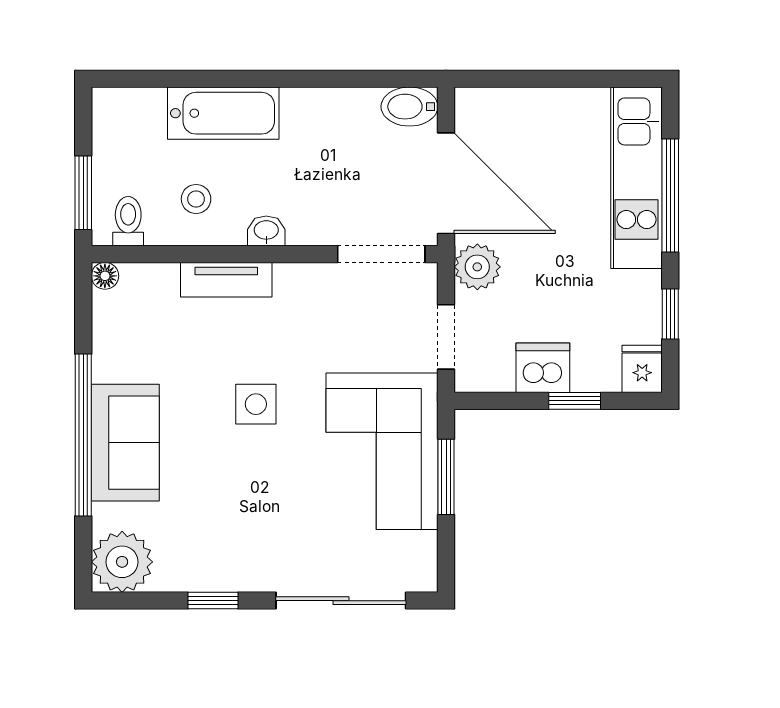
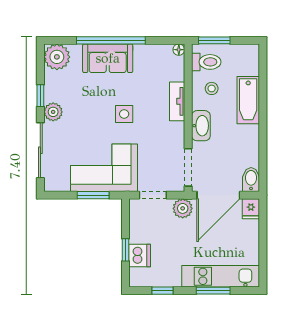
window: (670, 195) -> (213, 291), width x0.69
toilet: (128, 221) -> (206, 62), width x1.37, depth x1.39
washbasin: (266, 231) -> (201, 126), width x1.91, depth x1.45
dishwasher: (543, 368) -> (140, 255), moved
fridge: (642, 369) -> (251, 209), moved, turned 90
plant: (251, 571) -> (53, 112), added

